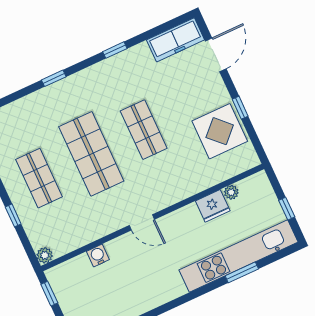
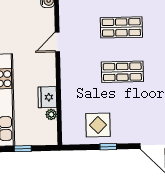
display table: (220, 131) -> (98, 125), width x0.73, depth x0.73
shop shelf: (91, 154) -> (121, 27), width x0.70, depth x0.74

